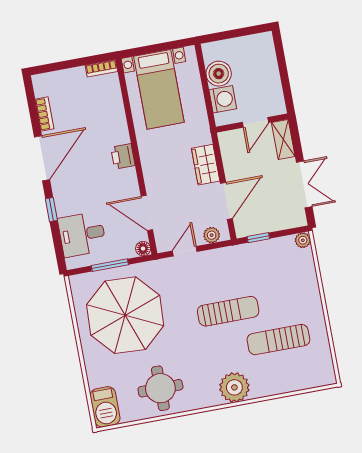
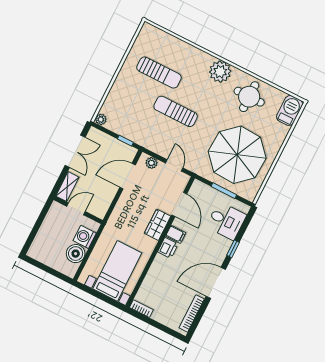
bookcase: (44, 114) -> (192, 313), width x1.56
wardrobe: (206, 165) -> (157, 225), moved, turned 180
filing cabinet: (126, 178) -> (176, 234), added
double door: (304, 184) -> (75, 151), swing flipped
floor lamp: (143, 249) -> (197, 186), removed
door: (185, 251) -> (174, 165), swing flipped
plant: (234, 387) -> (220, 72), moved

